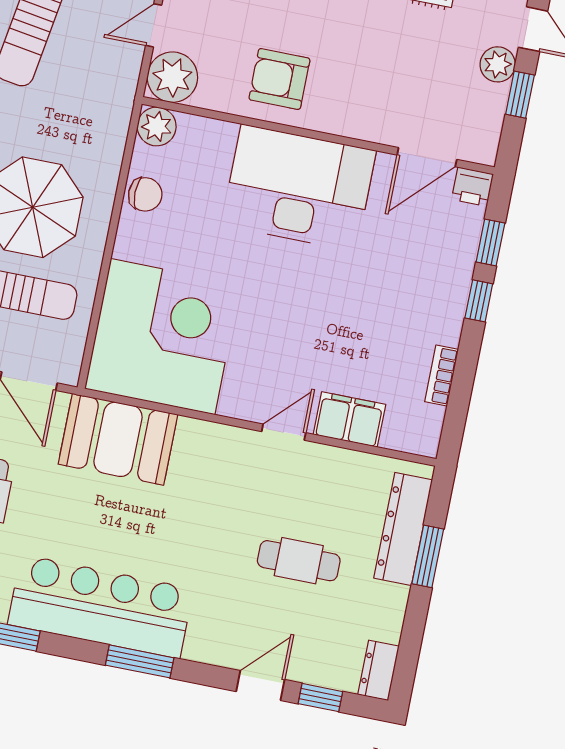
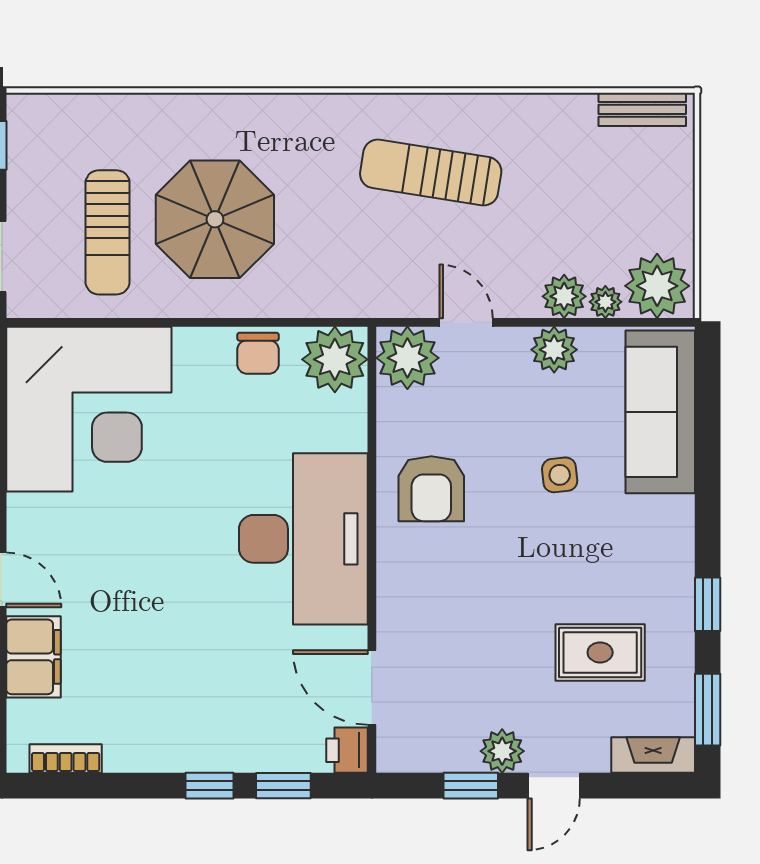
armchair: (279, 79) -> (431, 489), turned 180
plant: (157, 126) -> (335, 359), width x1.36, depth x1.36
bookcase: (442, 376) -> (66, 759), moved

